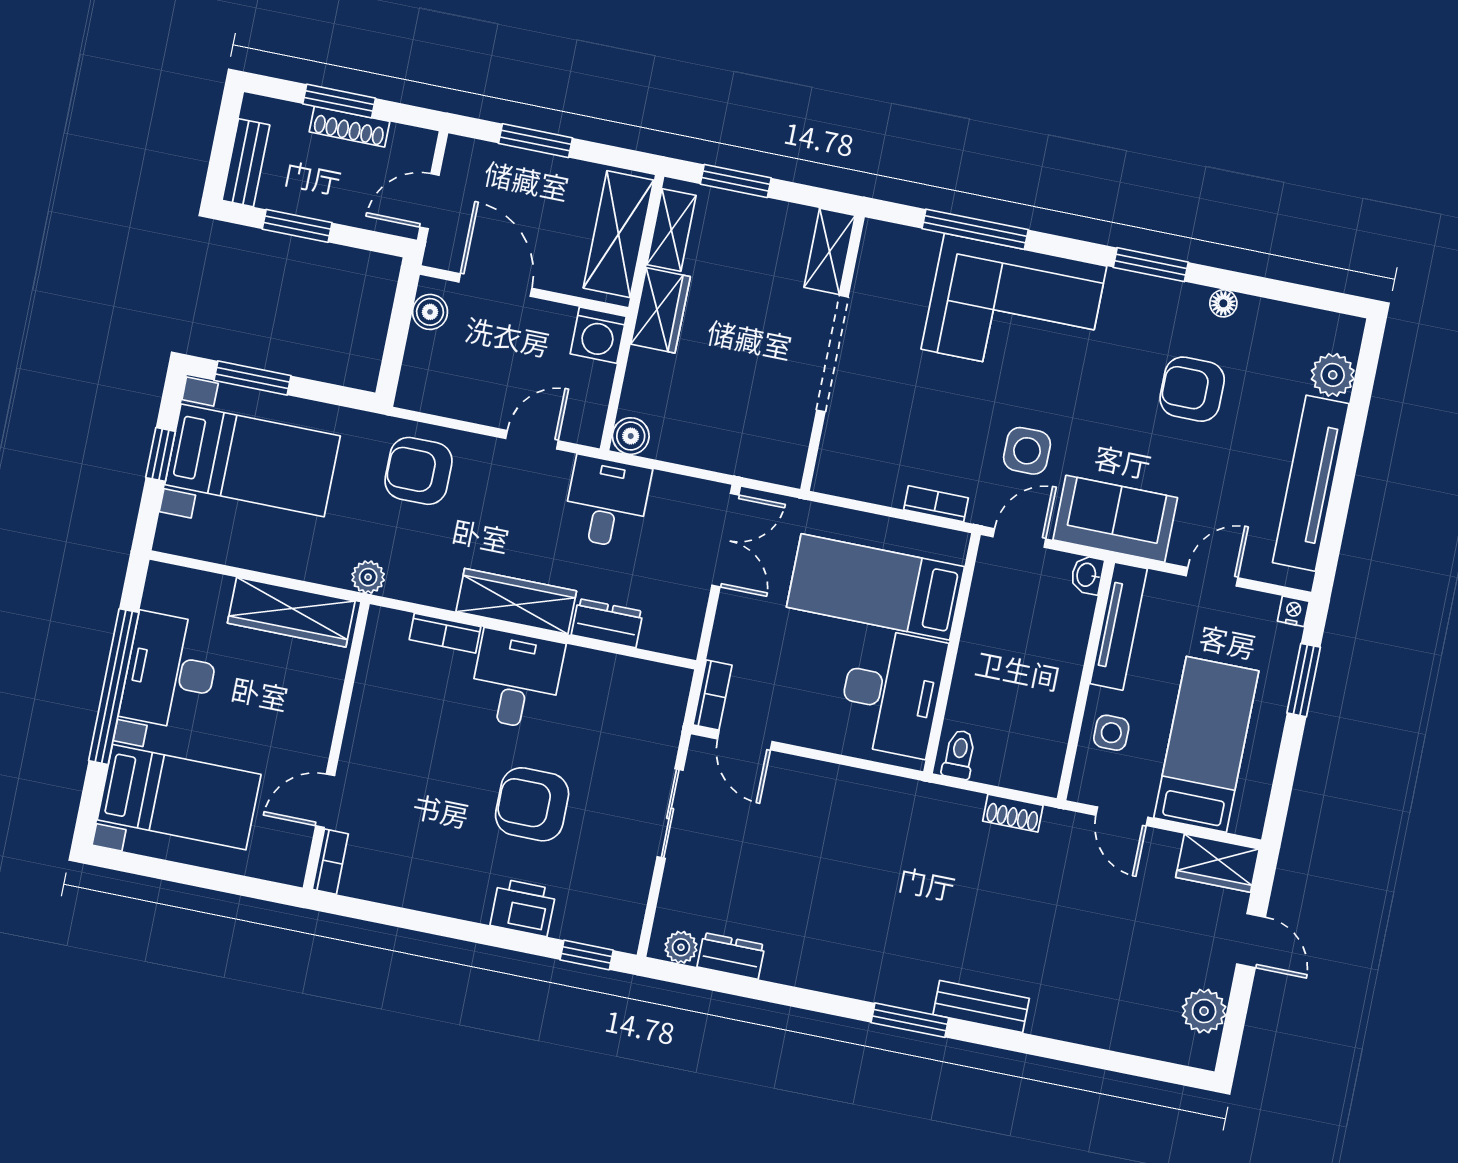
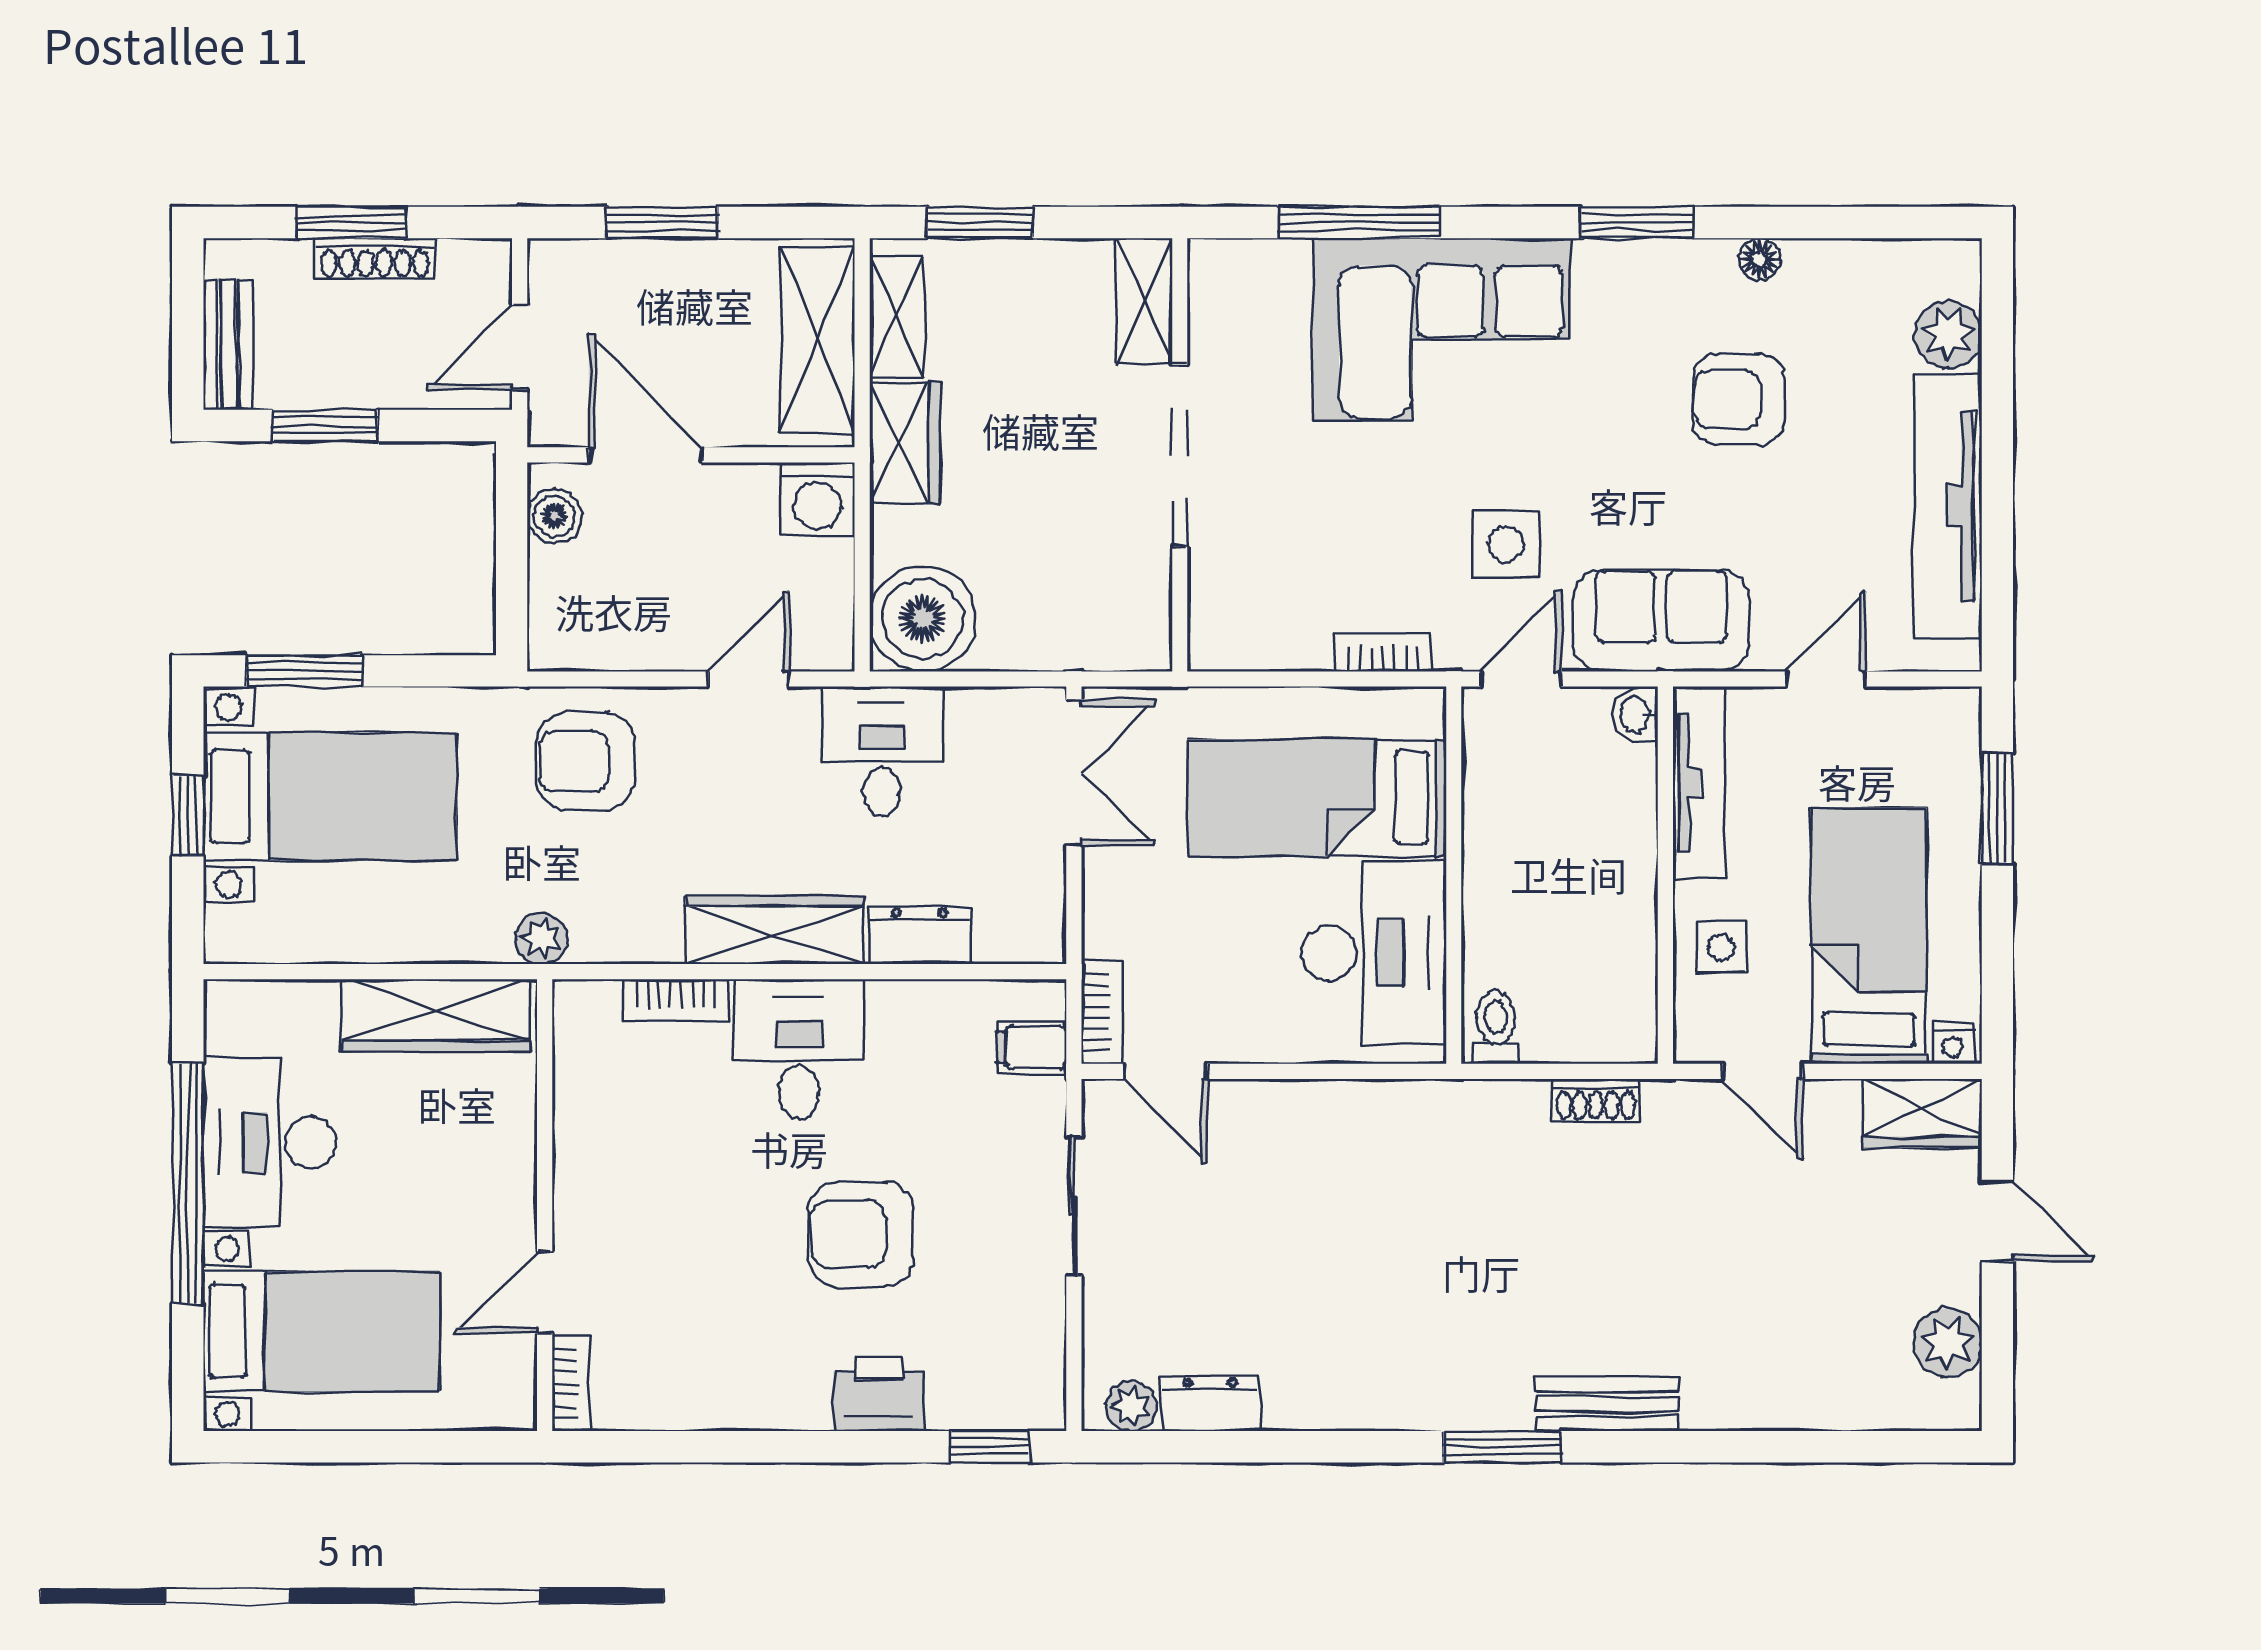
boiler: (631, 436) -> (923, 619), width x1.86, depth x1.86
nightstand: (1293, 611) -> (1953, 1044), moved, turned 180
filing cabinet: (664, 708) -> (1031, 1047), added

